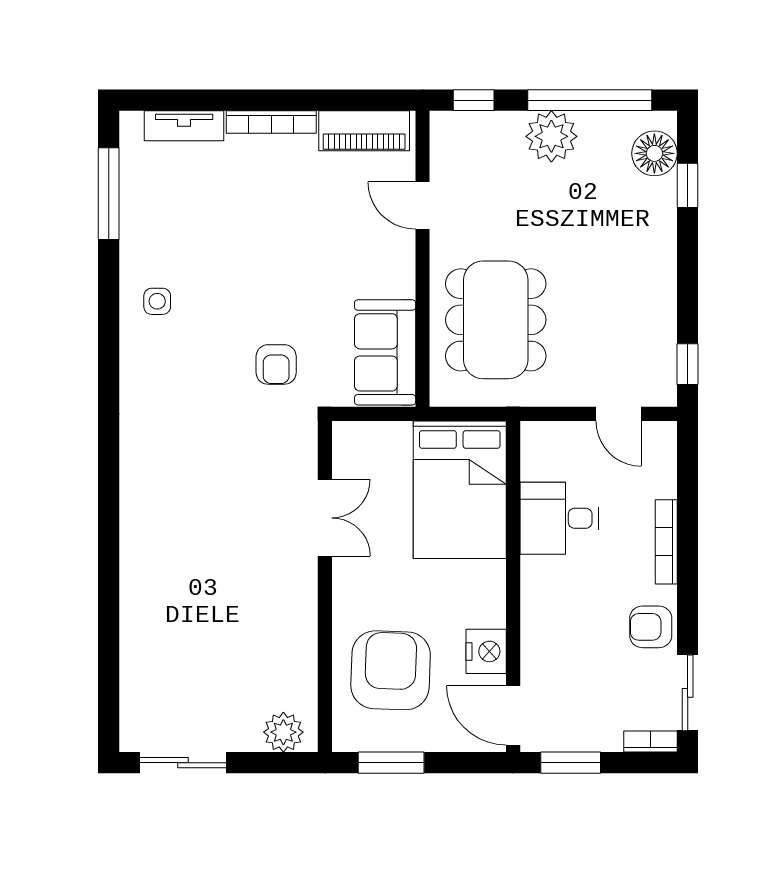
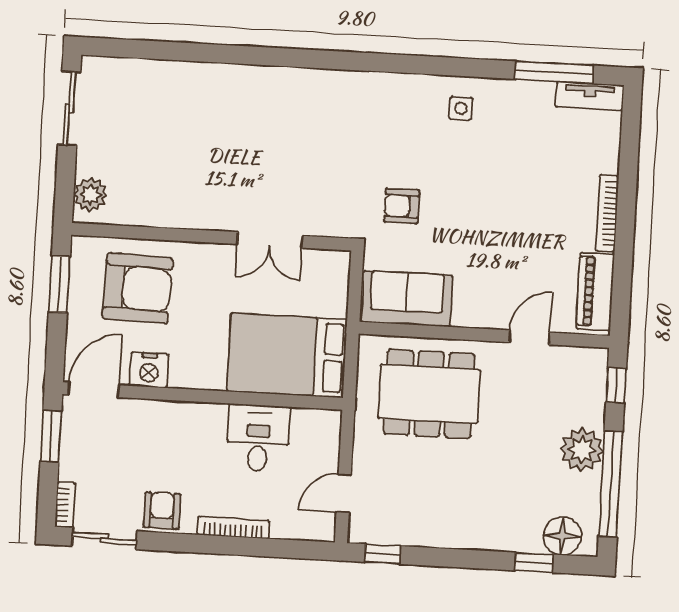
tv unit: (184, 126) -> (590, 96), moved, turned -90

